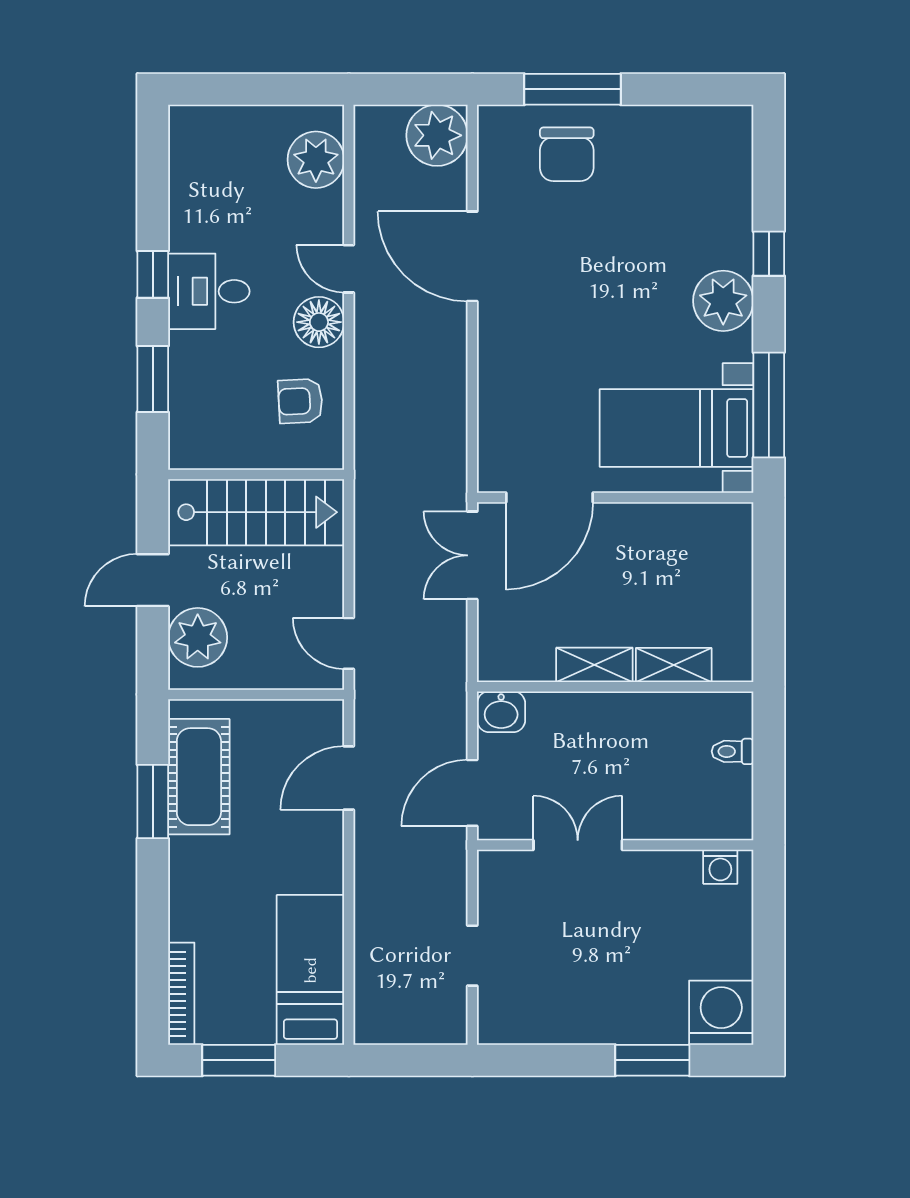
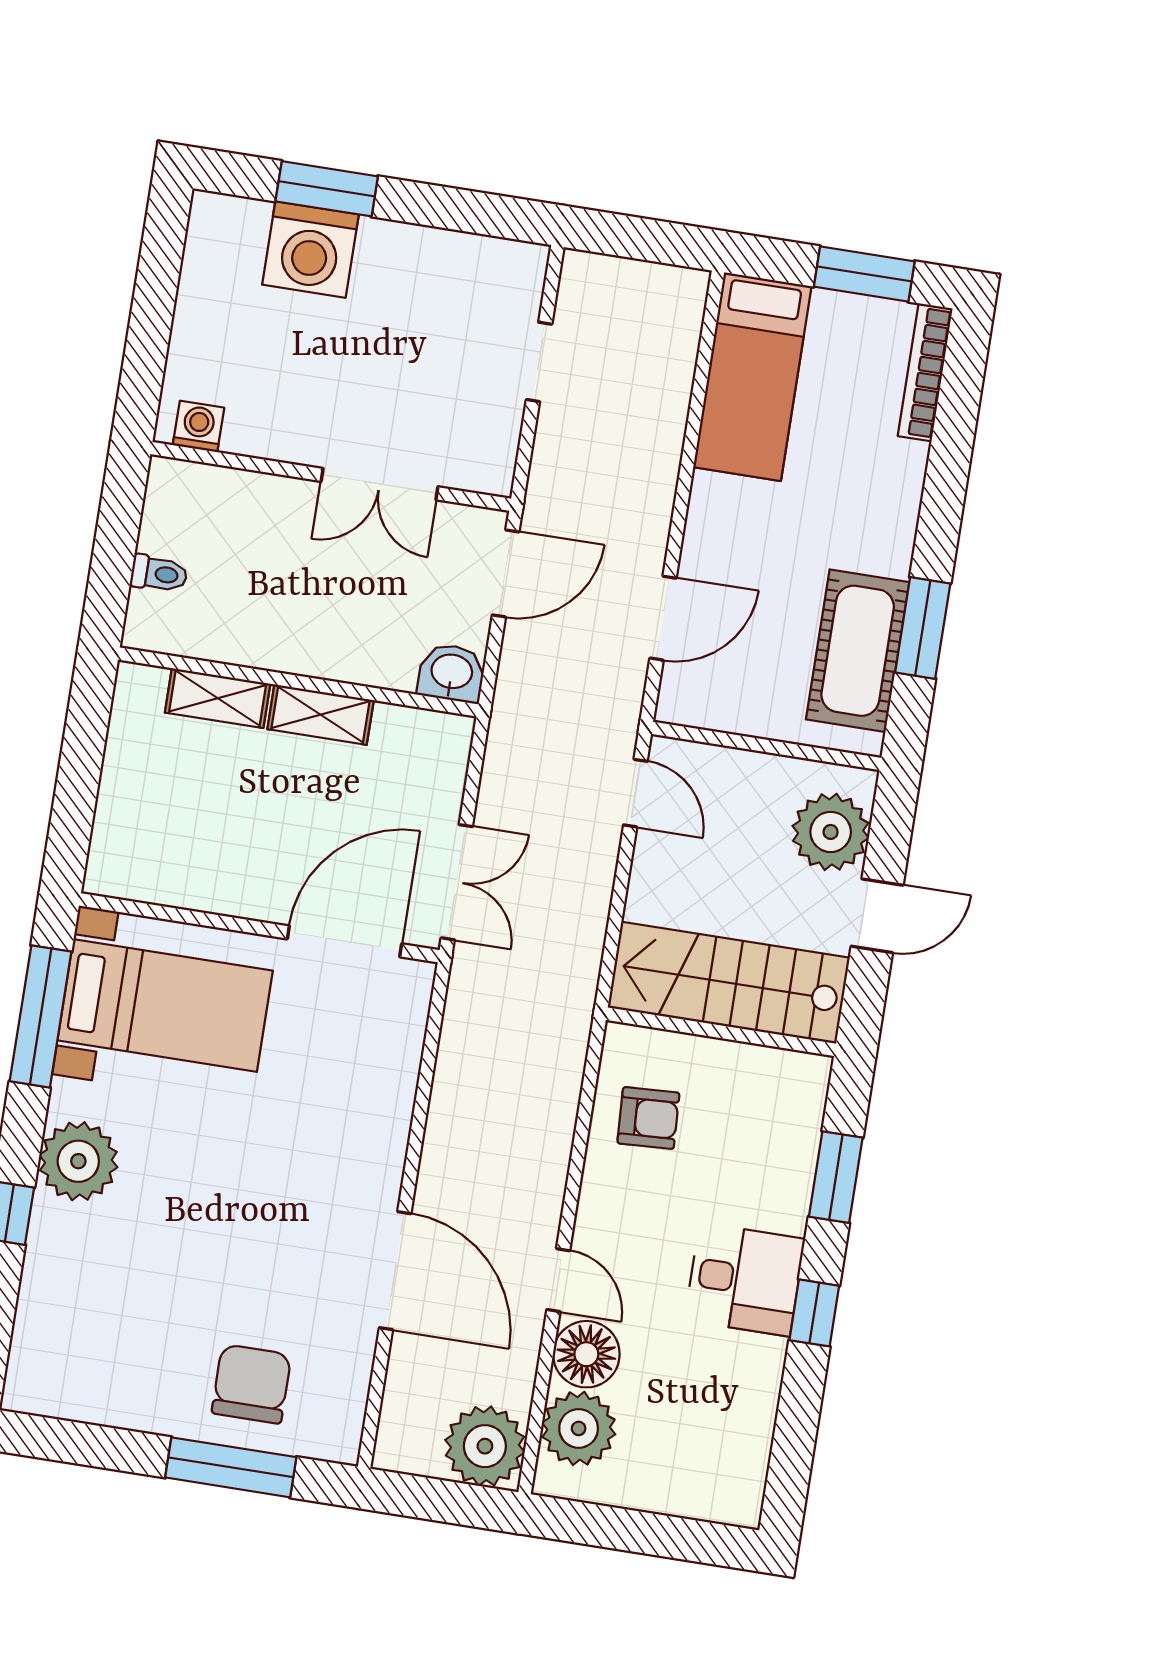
plant: (437, 135) -> (485, 1446), moved
floor lamp: (319, 322) -> (586, 1354), moved
washing machine: (721, 1013) -> (310, 250), moved

